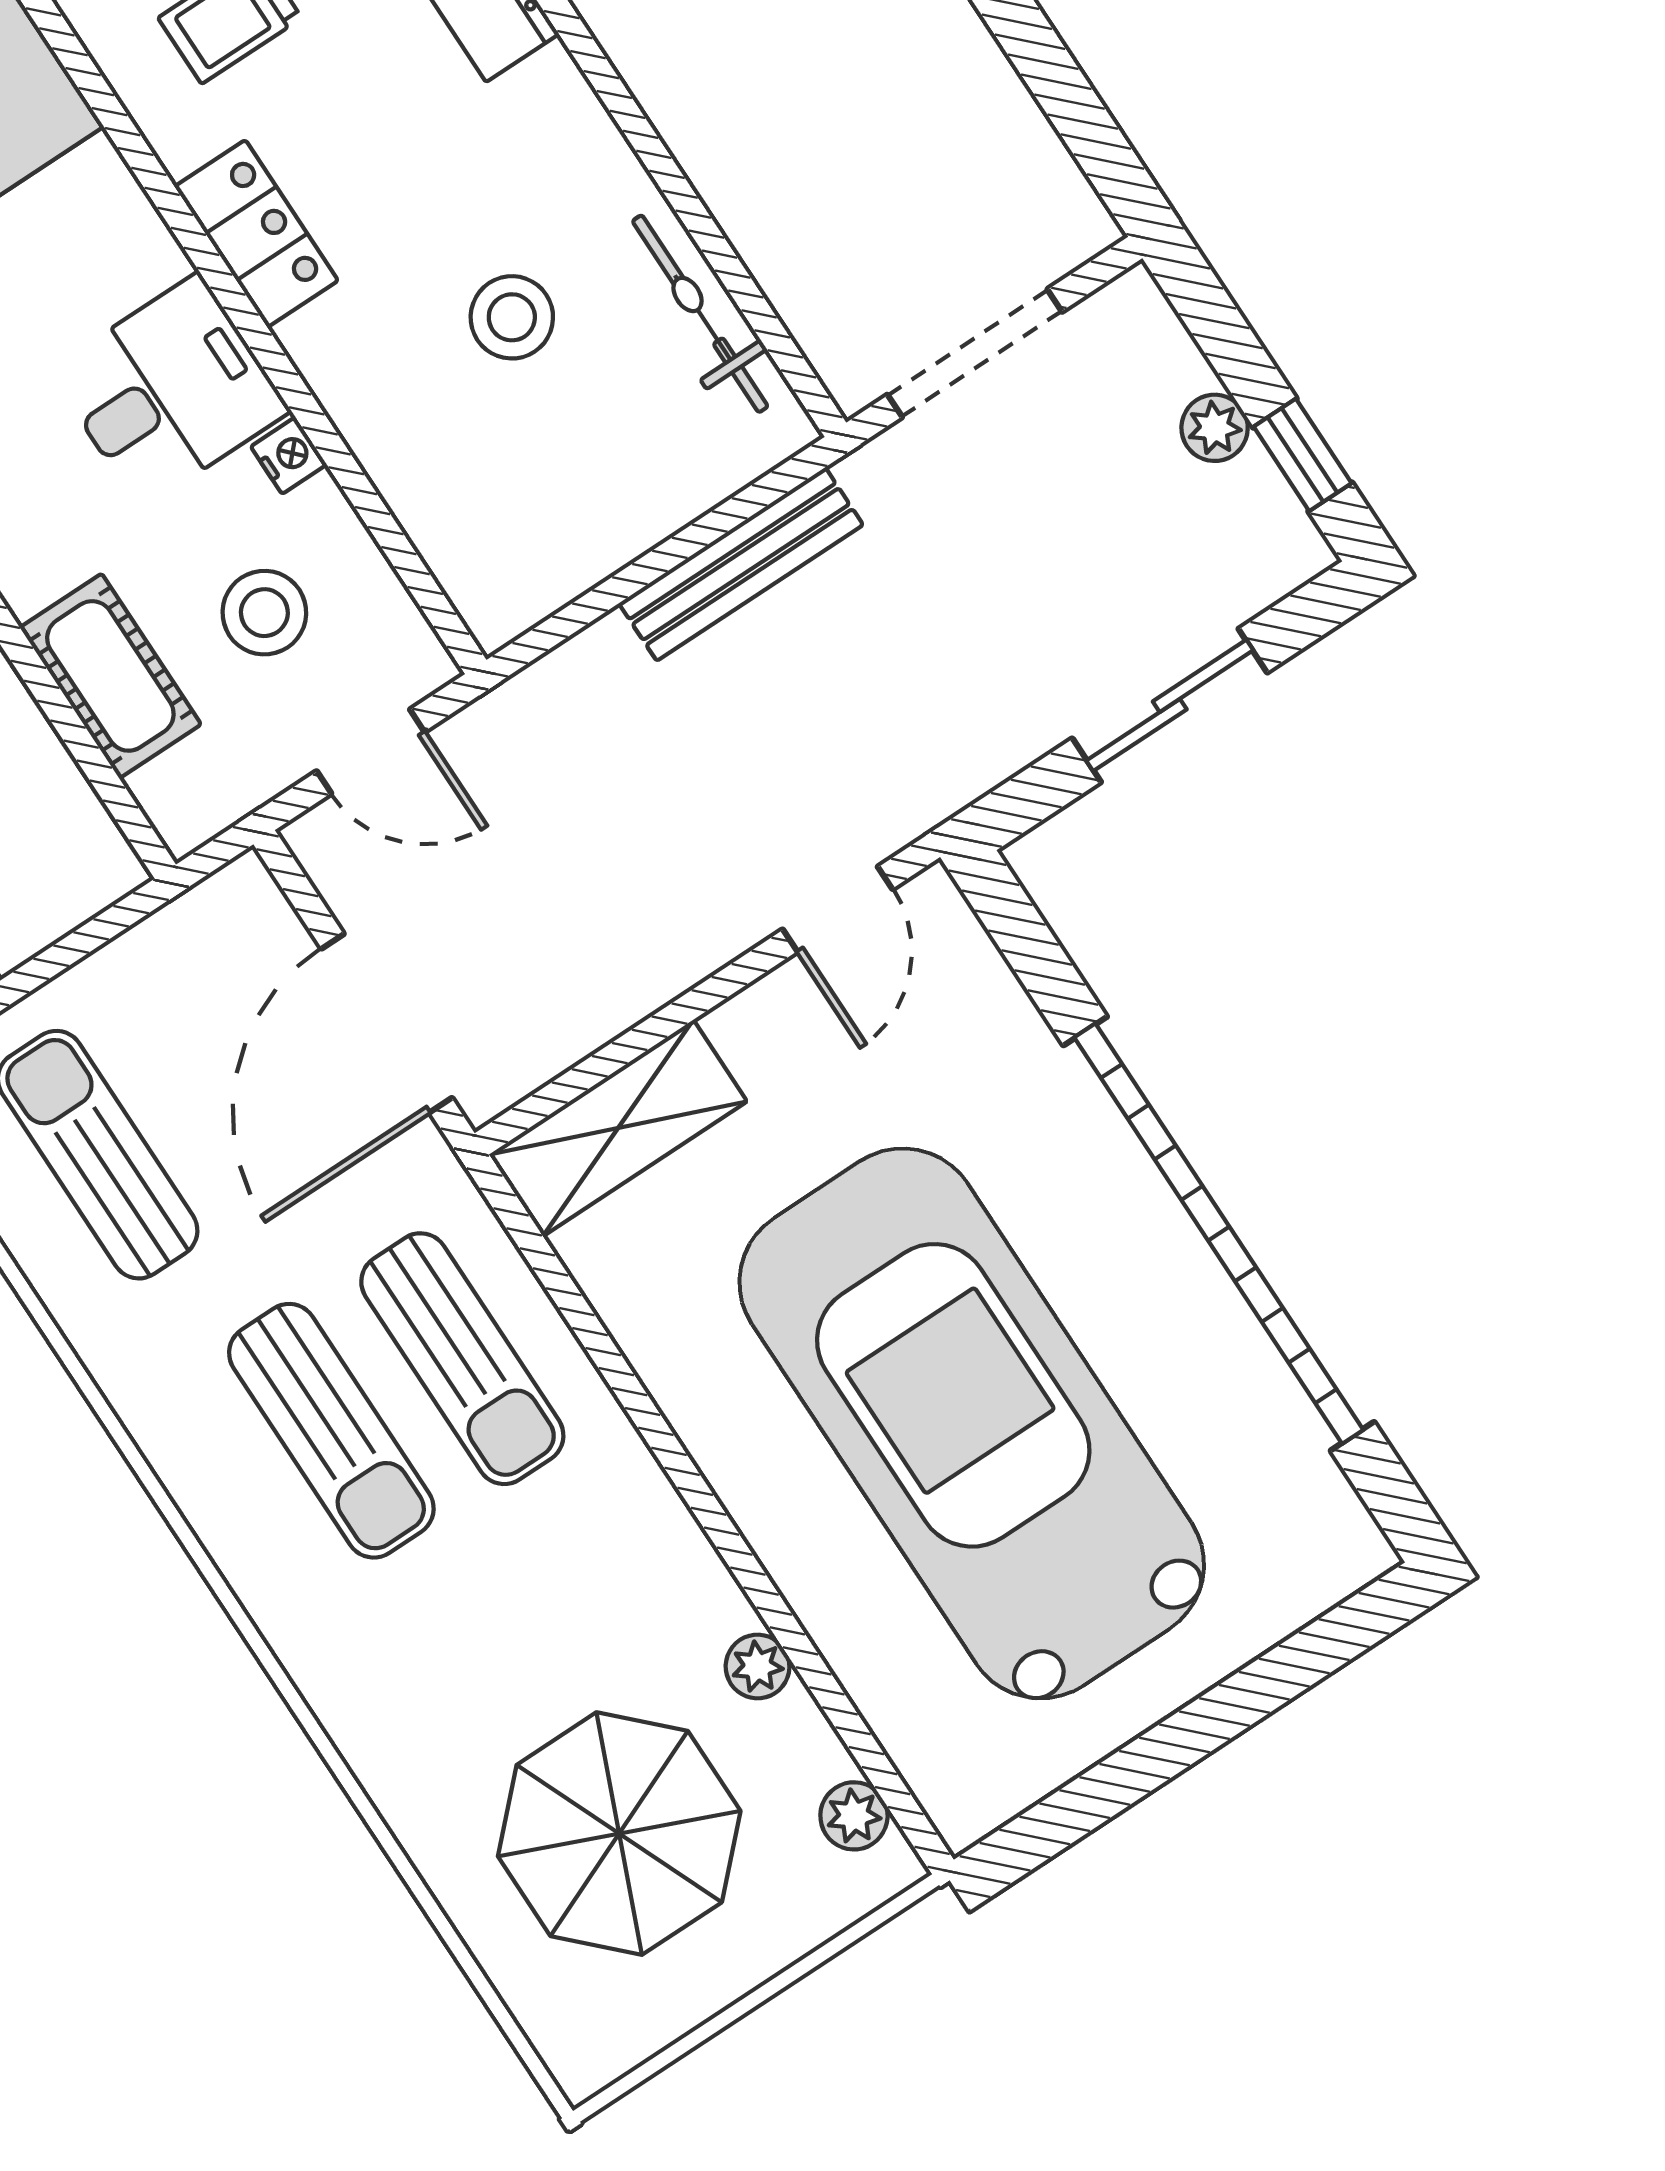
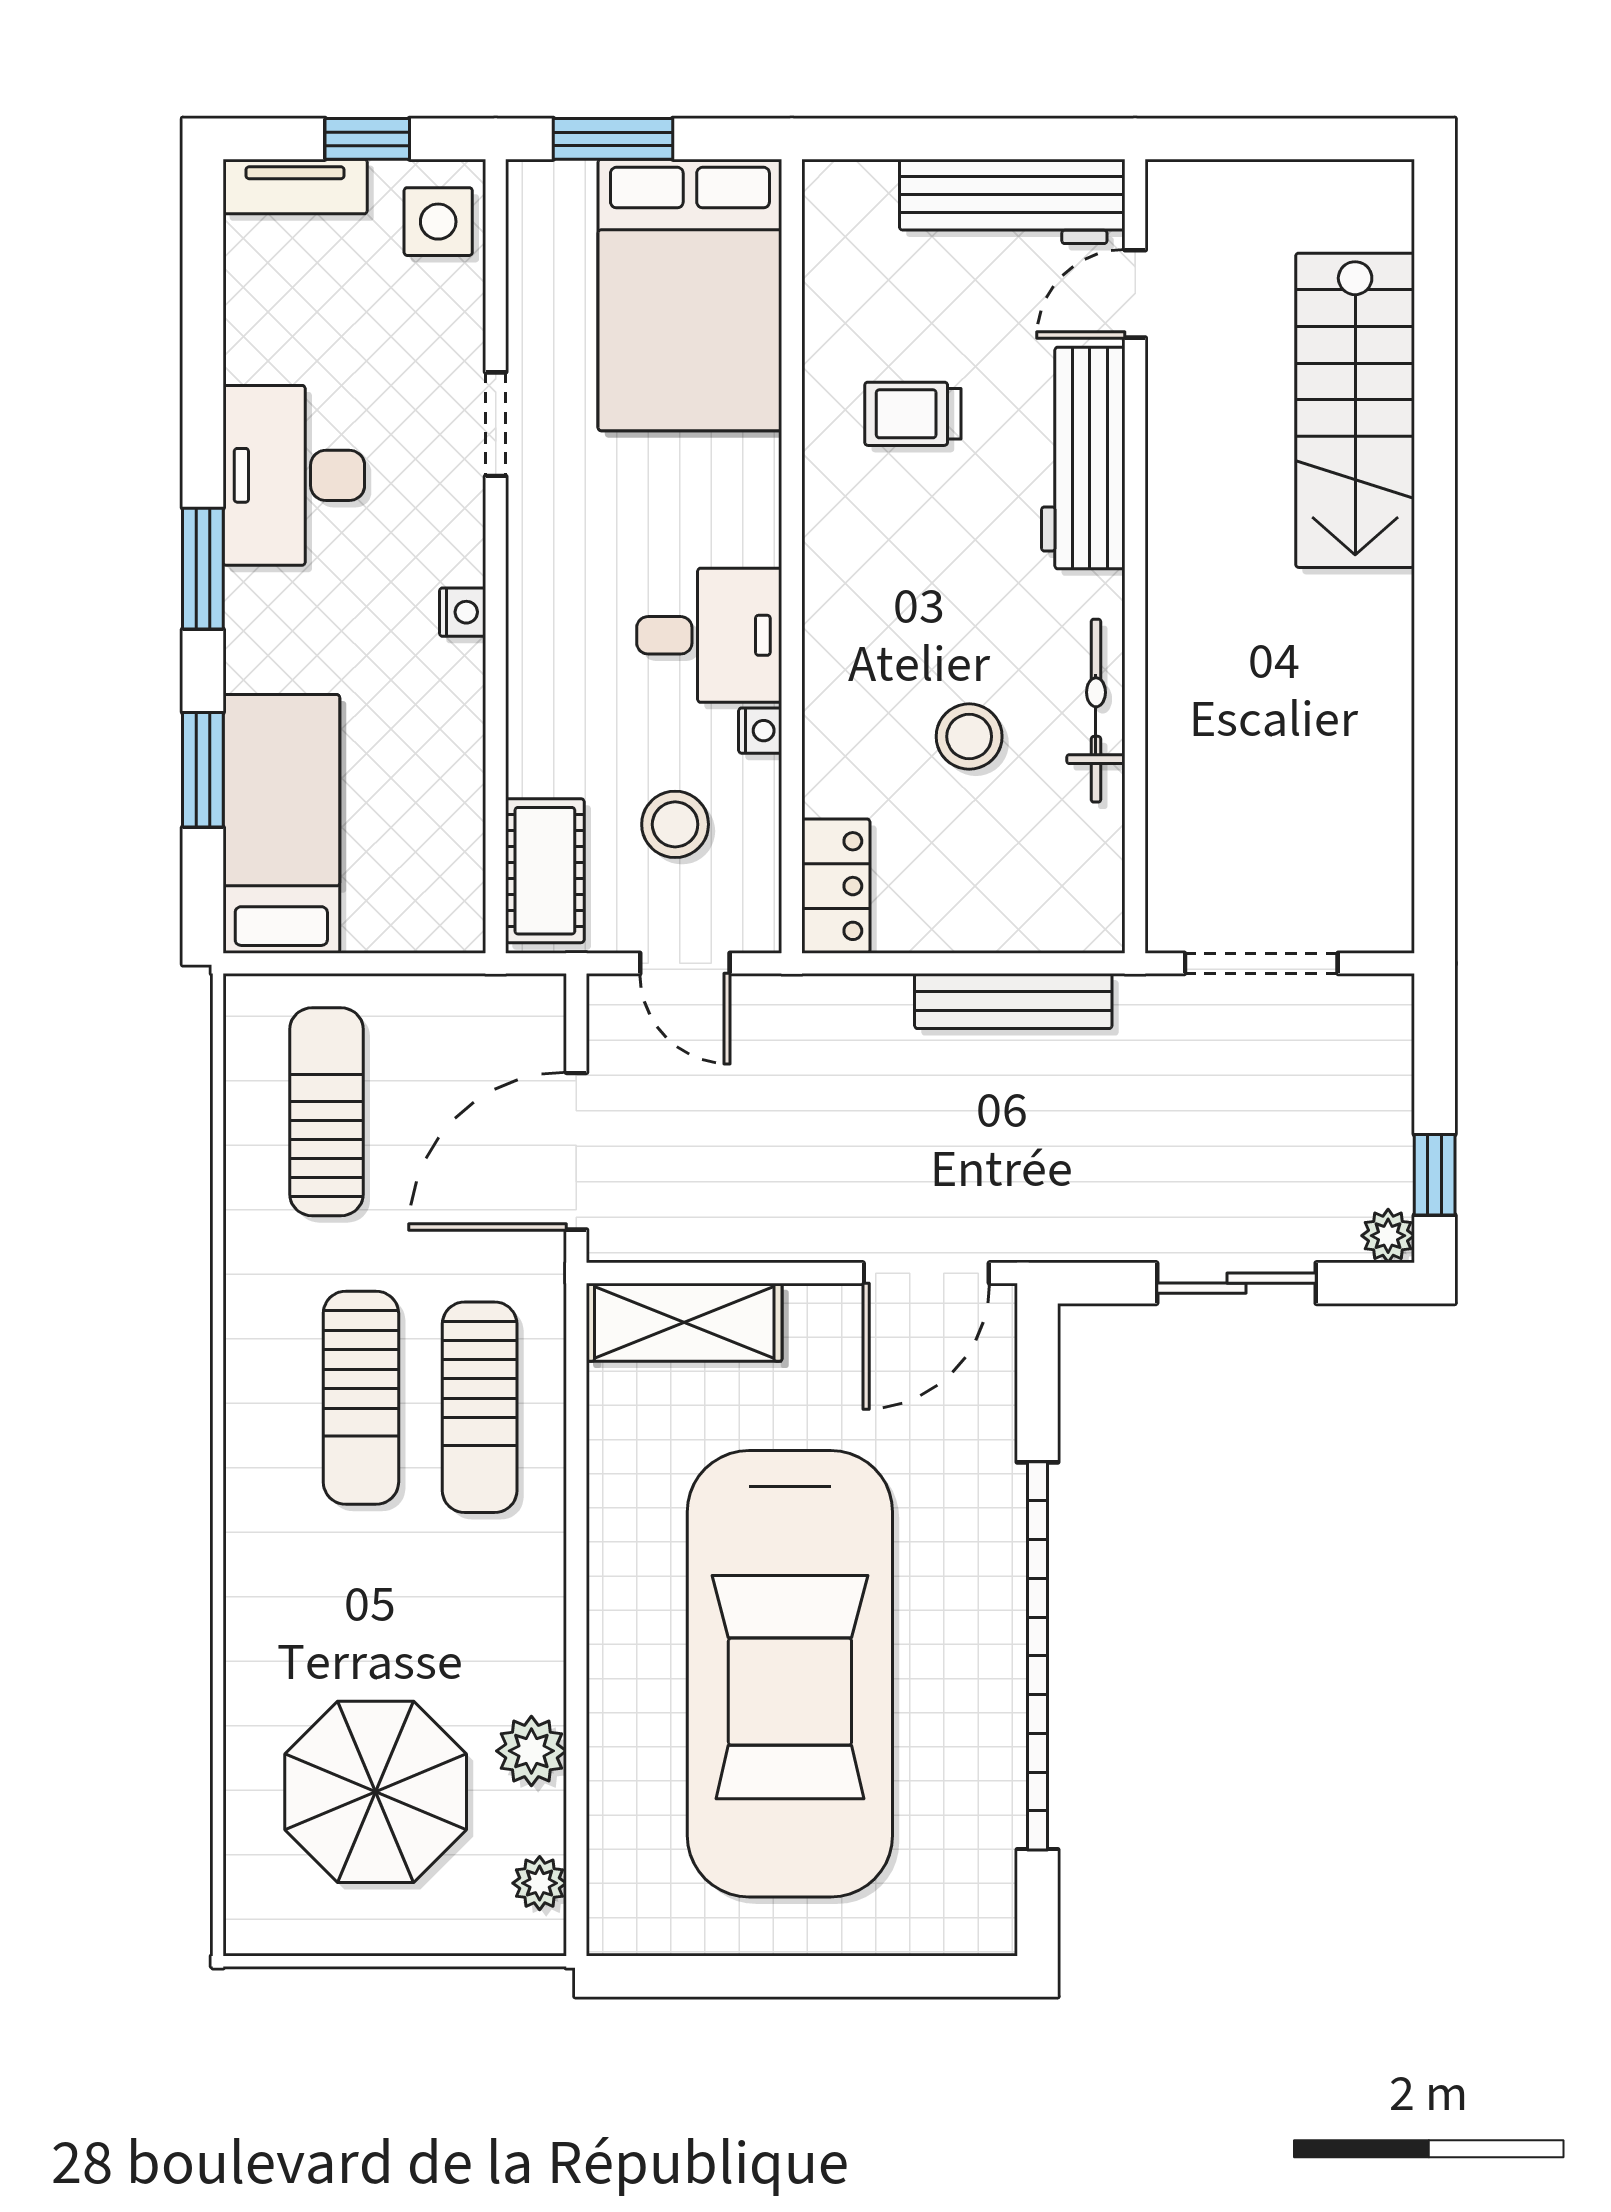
locker: (256, 234) -> (836, 886), moved
bicycle: (700, 314) -> (1096, 711), moved
plant: (1215, 428) -> (1388, 1236), moved
cot: (110, 676) -> (545, 871), moved
door: (838, 909) -> (926, 1273), width x1.38
car: (972, 1423) -> (790, 1674), turned 180
plant: (758, 1667) -> (531, 1751), width x1.38, depth x1.38

